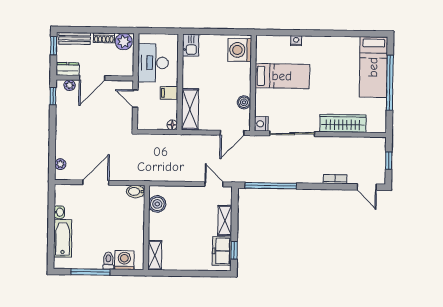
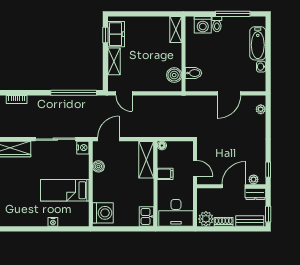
desk: (153, 63) -> (176, 213), moved, turned 90
bidet: (136, 192) -> (194, 73), moved

